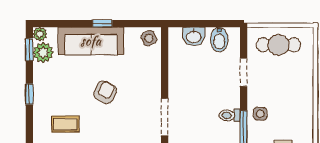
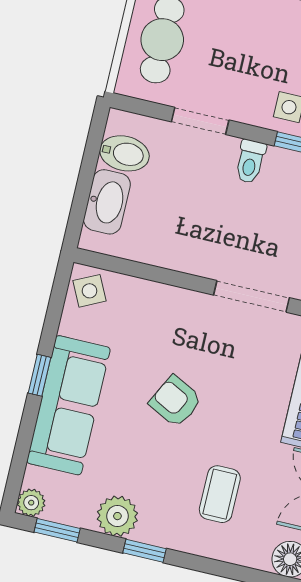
washbasin: (194, 36) -> (107, 202), width x1.38
plant: (43, 53) -> (117, 516), moved
toilet: (230, 115) -> (250, 162), moved

